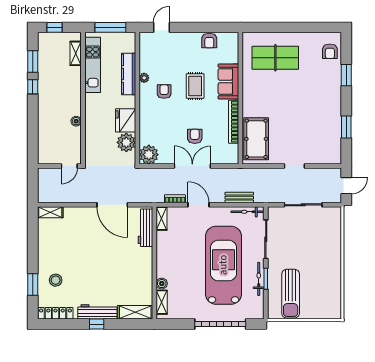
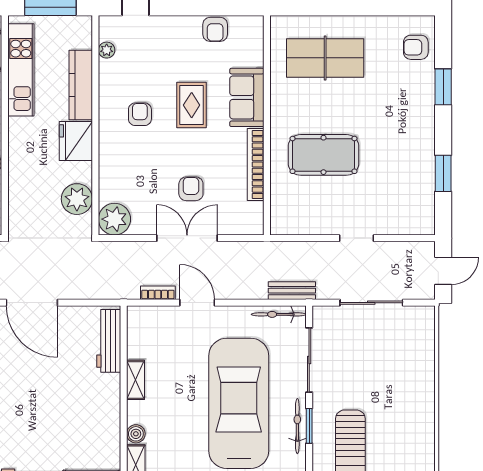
armchair: (330, 51) -> (416, 47), turned 90
plant: (144, 78) -> (107, 50), moved
fridge: (126, 120) -> (76, 141), moved
pool table: (256, 139) -> (323, 155), moved, turned 90
bench: (239, 198) -> (292, 291), moved
door: (112, 205) -> (32, 303), moved
shelving: (162, 218) -> (136, 380), moved

